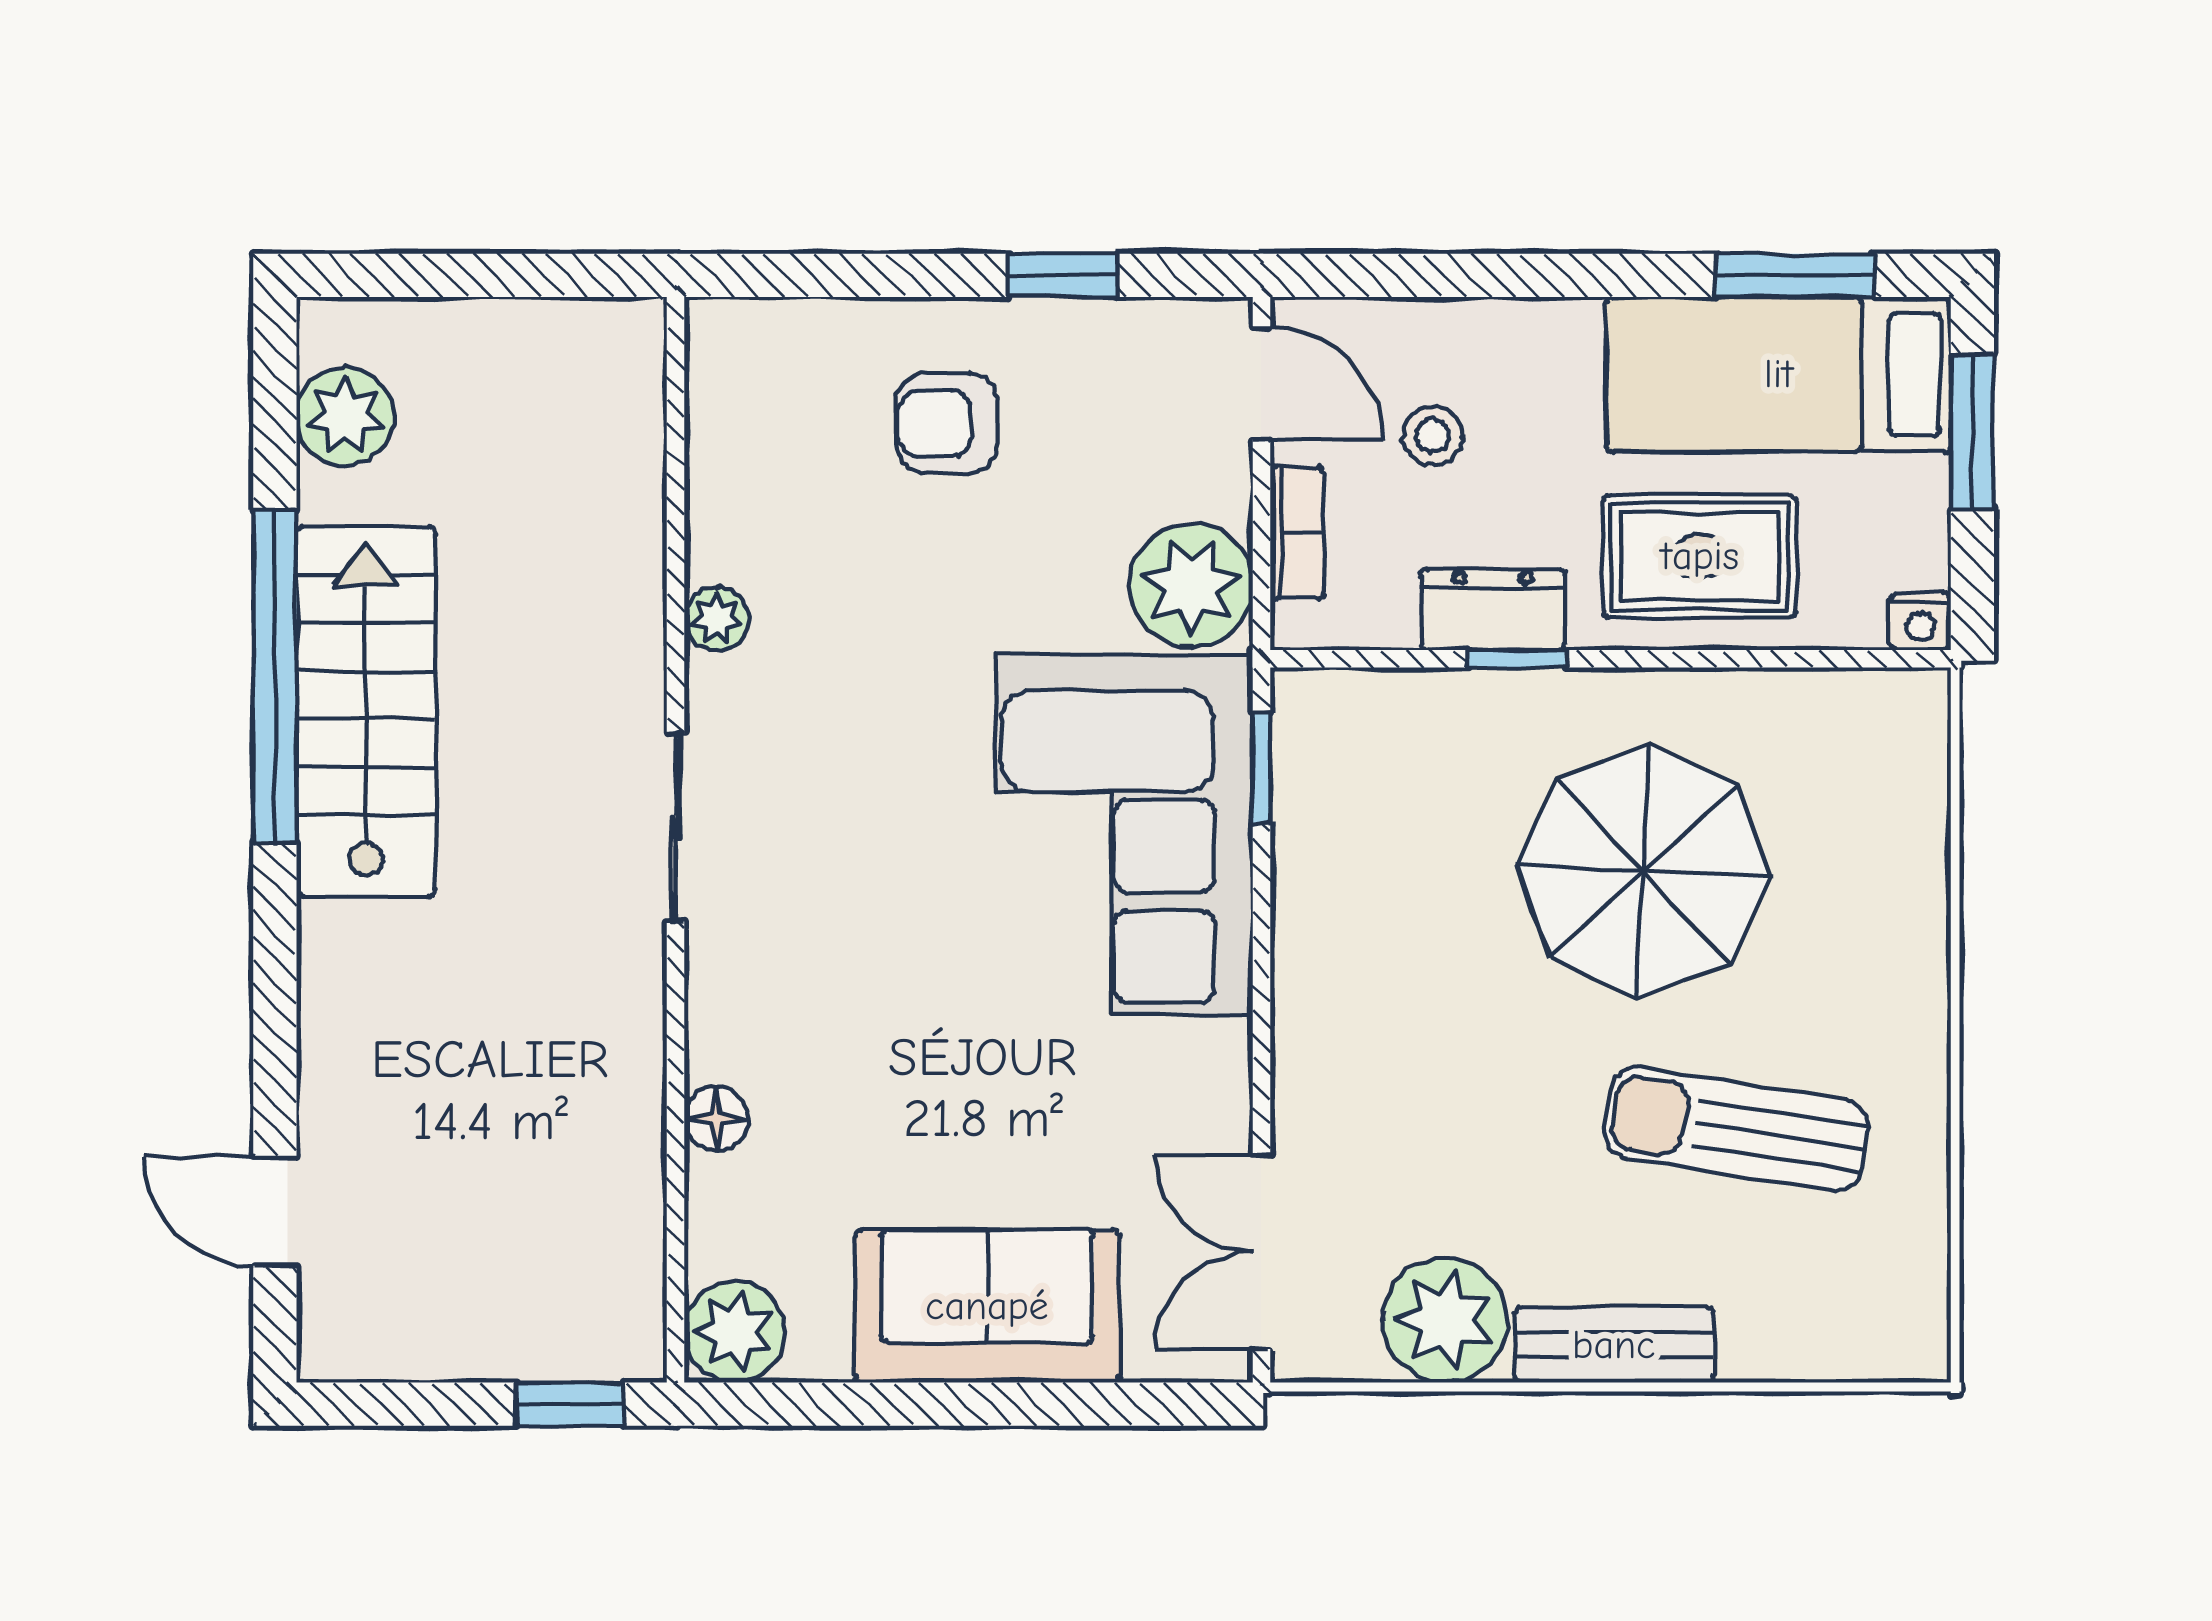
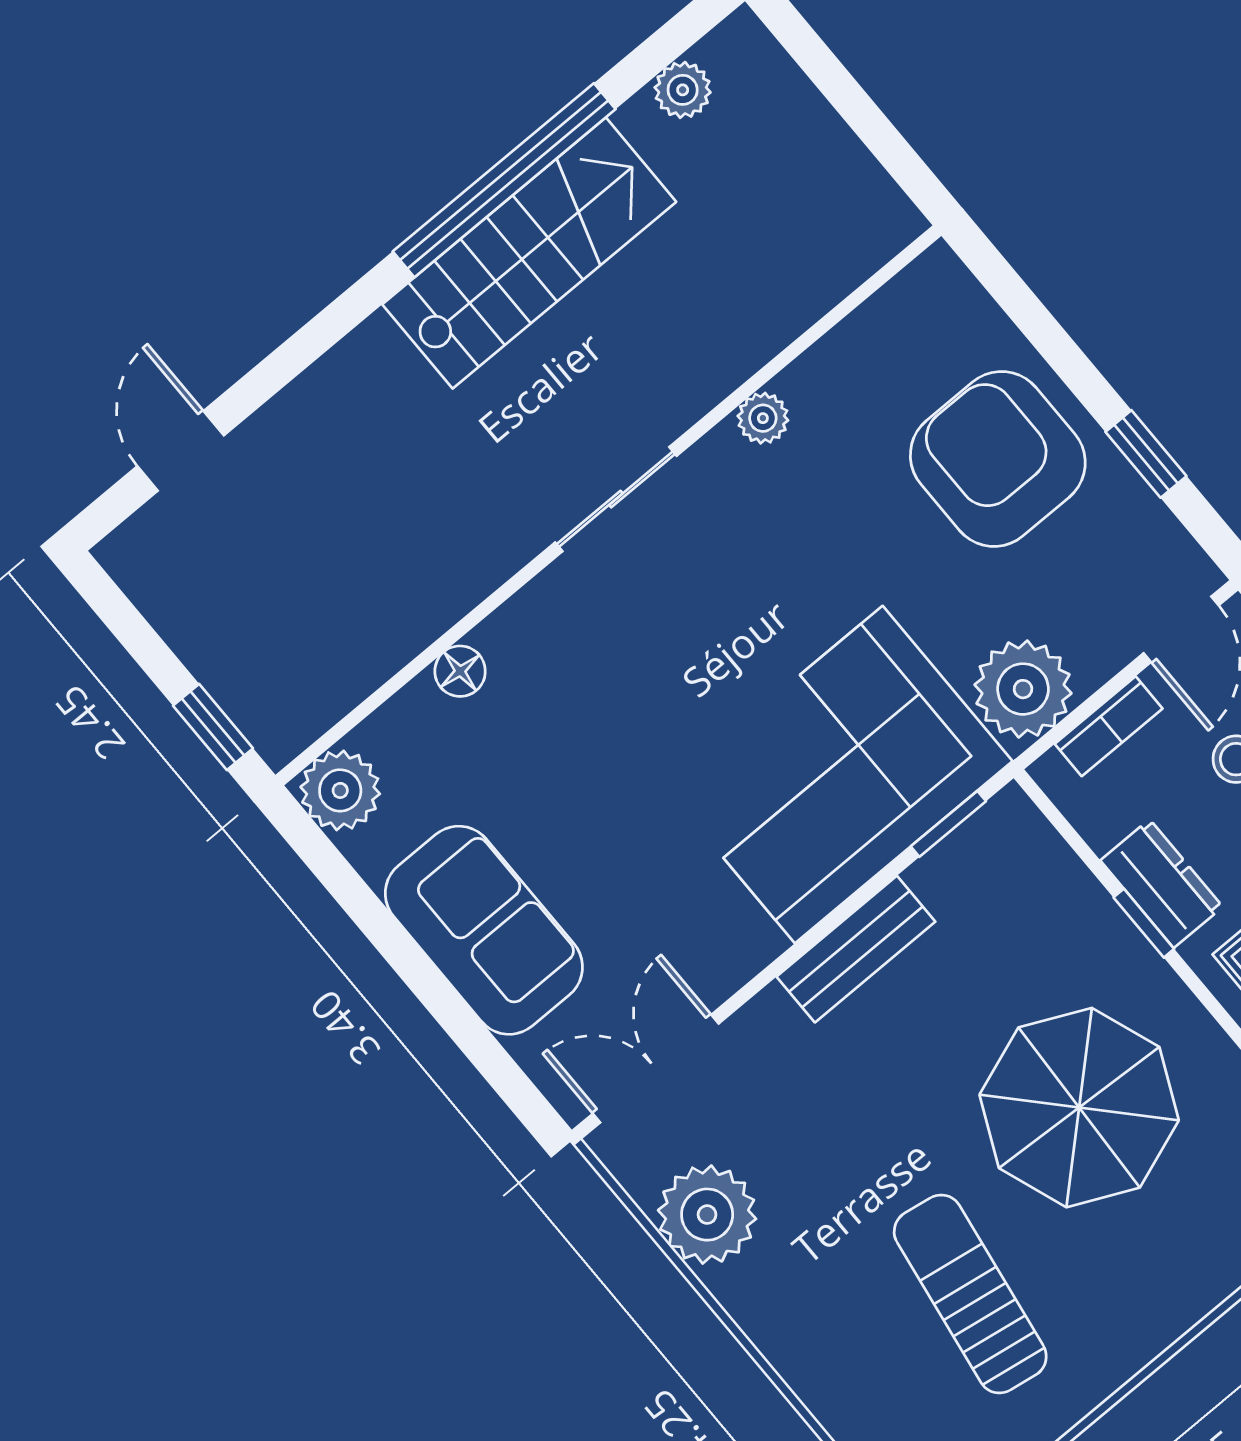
plant: (345, 416) -> (683, 90), width x0.73, depth x0.73
armchair: (947, 423) -> (998, 459), width x1.88, depth x1.88
bench: (1614, 1345) -> (856, 949), moved, turned 90

